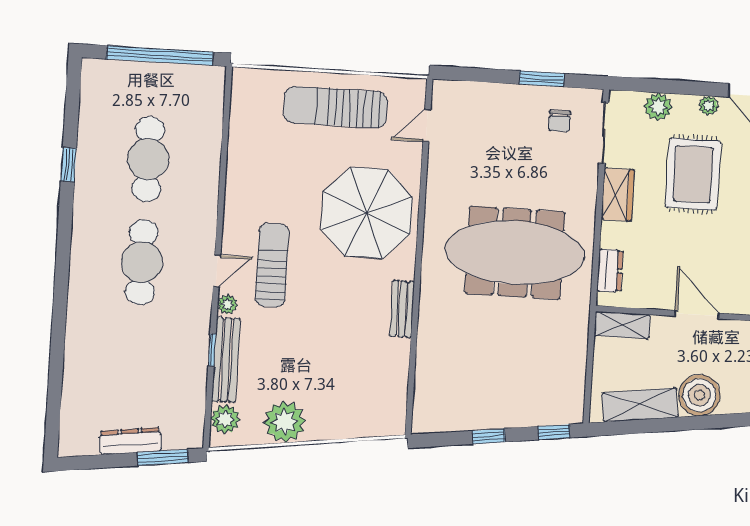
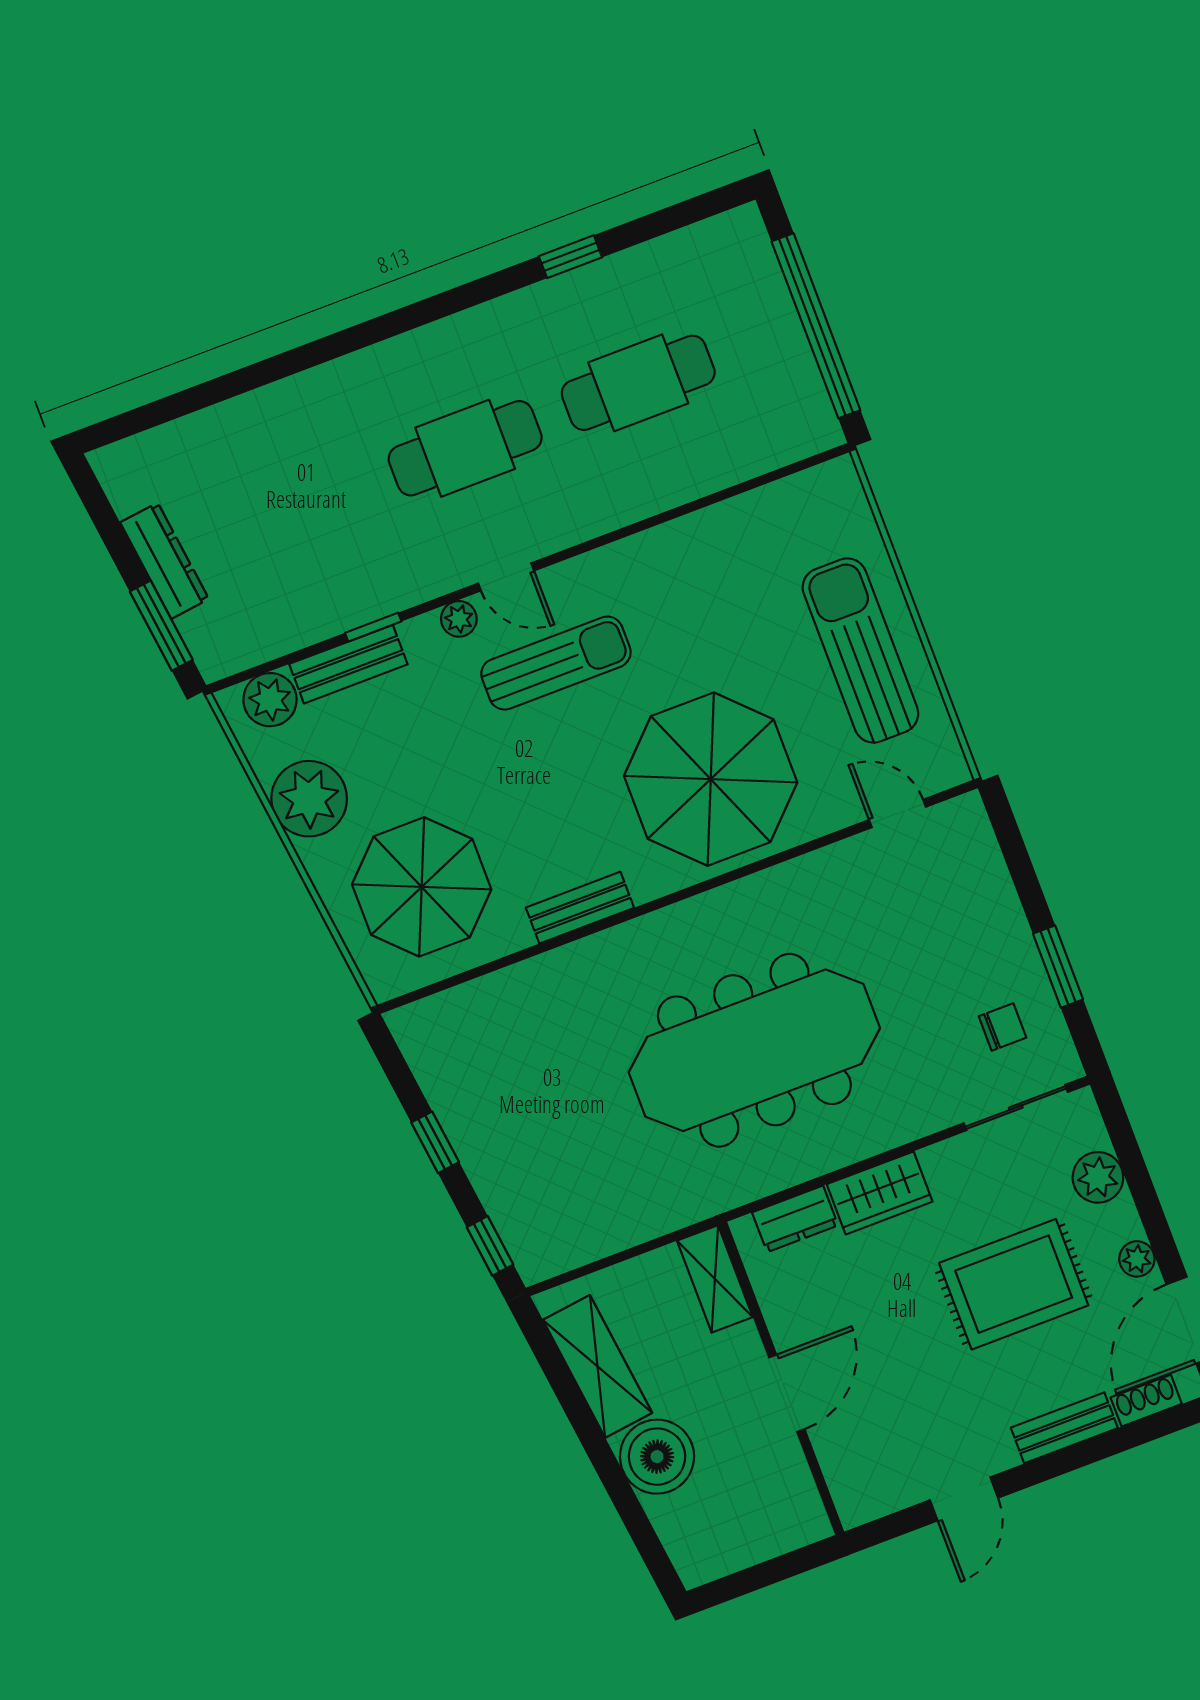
chair: (560, 121) -> (1003, 1027), turned 180
wardrobe: (618, 195) -> (880, 1193), moved
meeting table: (515, 253) -> (754, 1050), turned 90
bench: (226, 360) -> (348, 664), width x0.73
parasol: (355, 385) -> (422, 887), added

